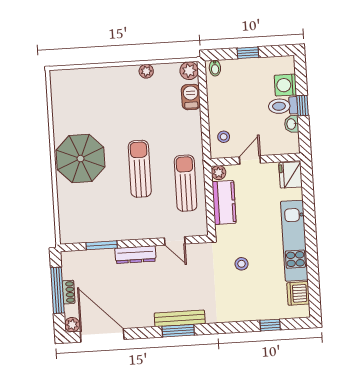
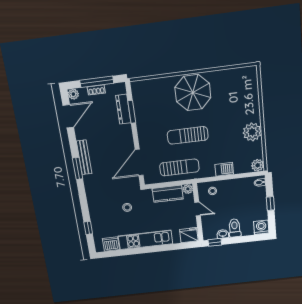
plant: (146, 71) -> (252, 132), width x1.87, depth x1.87
washing machine: (285, 85) -> (261, 227), moved
barbecue: (191, 97) -> (224, 169), moved
window: (303, 106) -> (215, 242), moved
sun lounger: (140, 169) -> (188, 135), turned 180
door: (175, 241) -> (139, 163), width x1.87
dresser: (135, 255) -> (123, 109), moved
bench: (180, 318) -> (84, 157), moved
door: (102, 335) -> (68, 116), width x0.73

